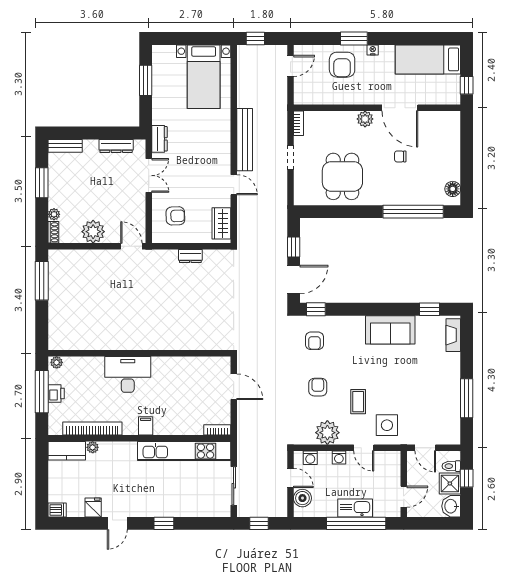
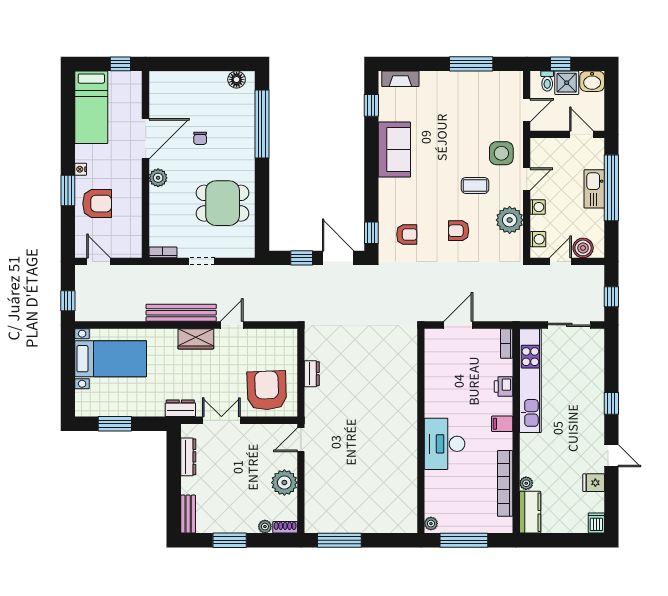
armchair: (175, 216) -> (267, 390), width x1.88, depth x1.88
wardrobe: (221, 223) -> (196, 339), moved
printer: (56, 393) -> (503, 387), moved, turned -90

